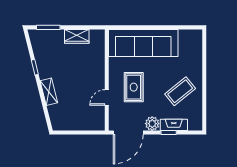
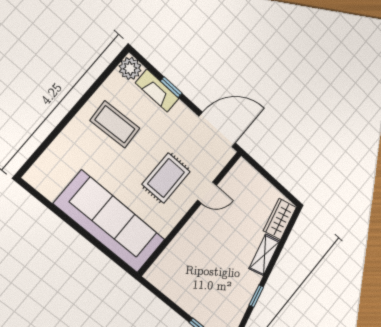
wardrobe: (77, 36) -> (280, 219), moved, turned -104
coffee table: (180, 91) -> (115, 124), turned 36
plant: (152, 124) -> (130, 68), moved

